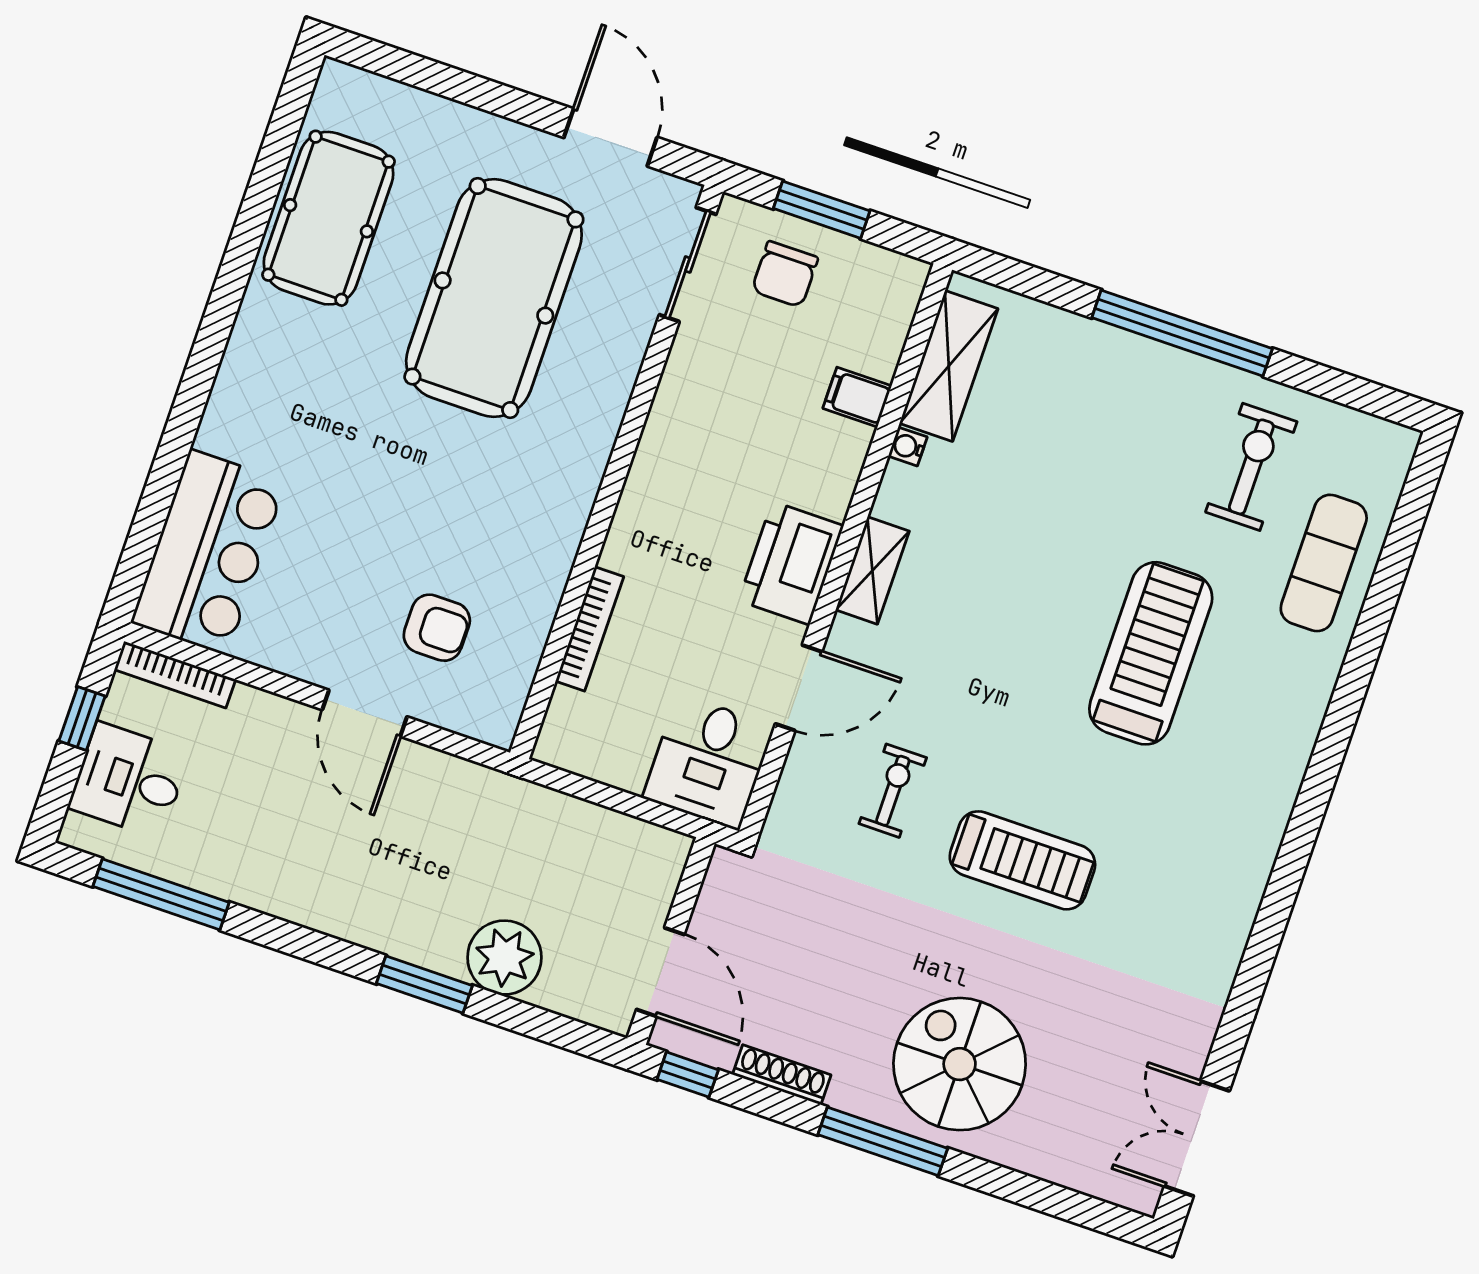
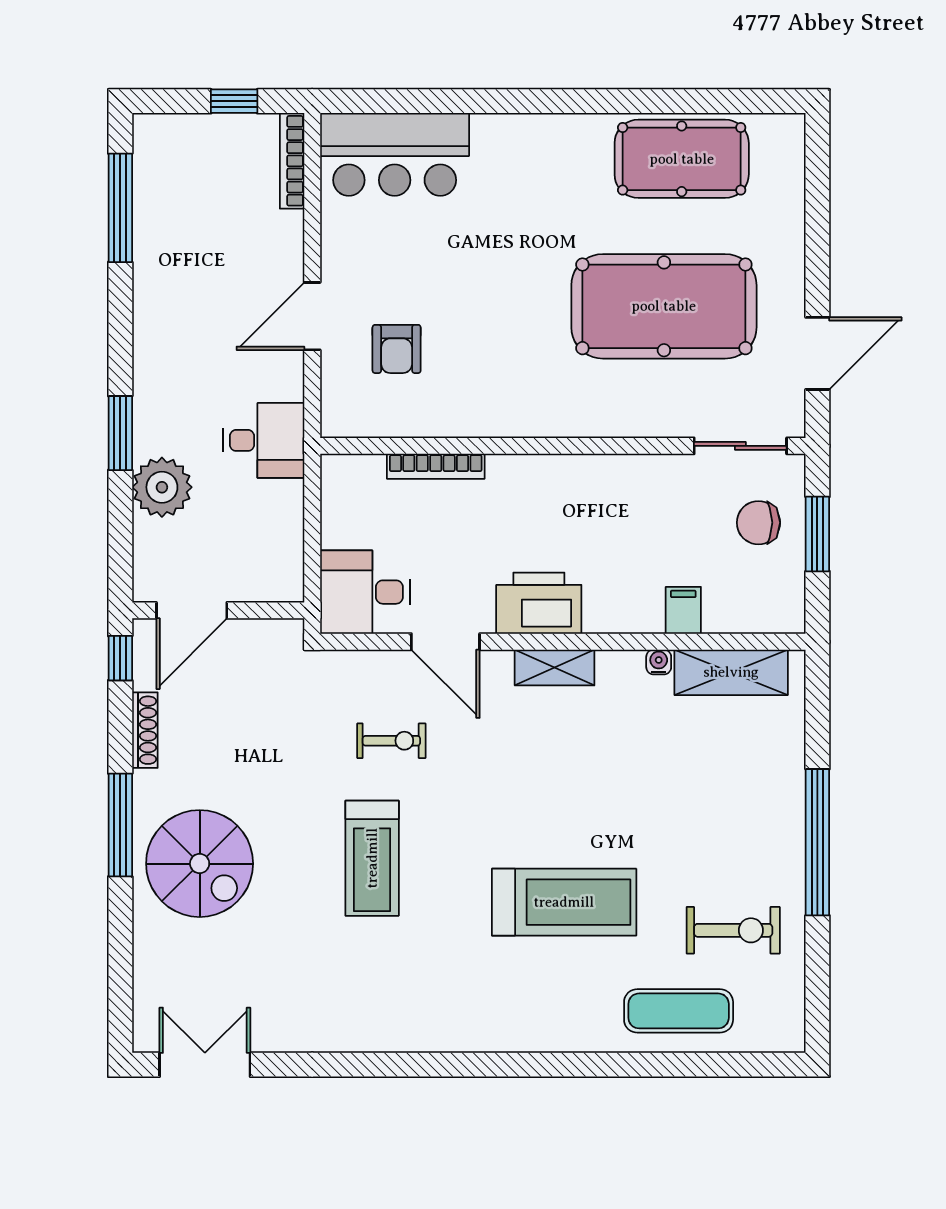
desk: (129, 780) -> (264, 440), moved, turned 90
spiral stairs: (960, 1064) -> (200, 864), turned 90

